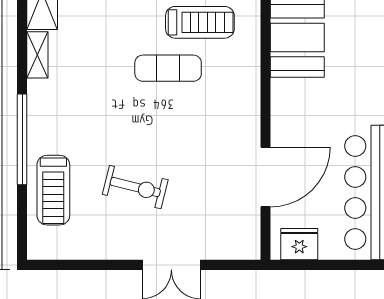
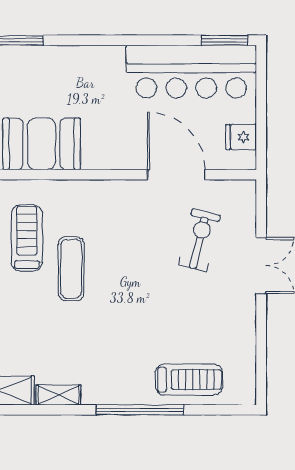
exercise bike: (135, 187) -> (199, 240), moved
fridge: (299, 244) -> (241, 137), width x0.72

